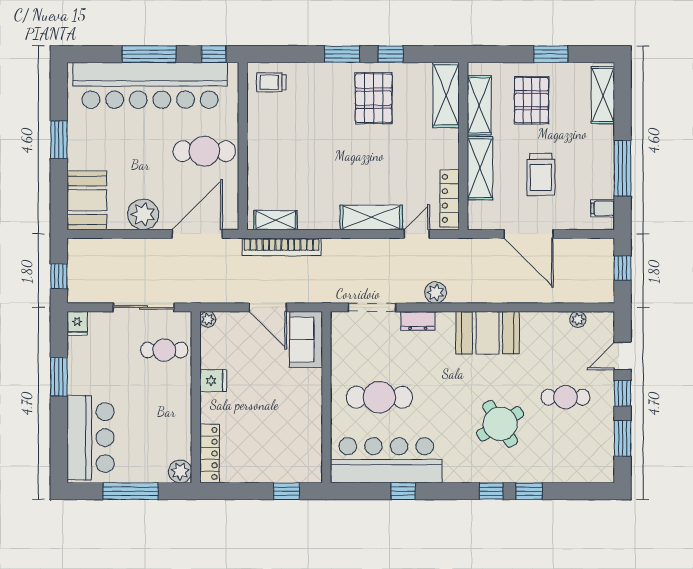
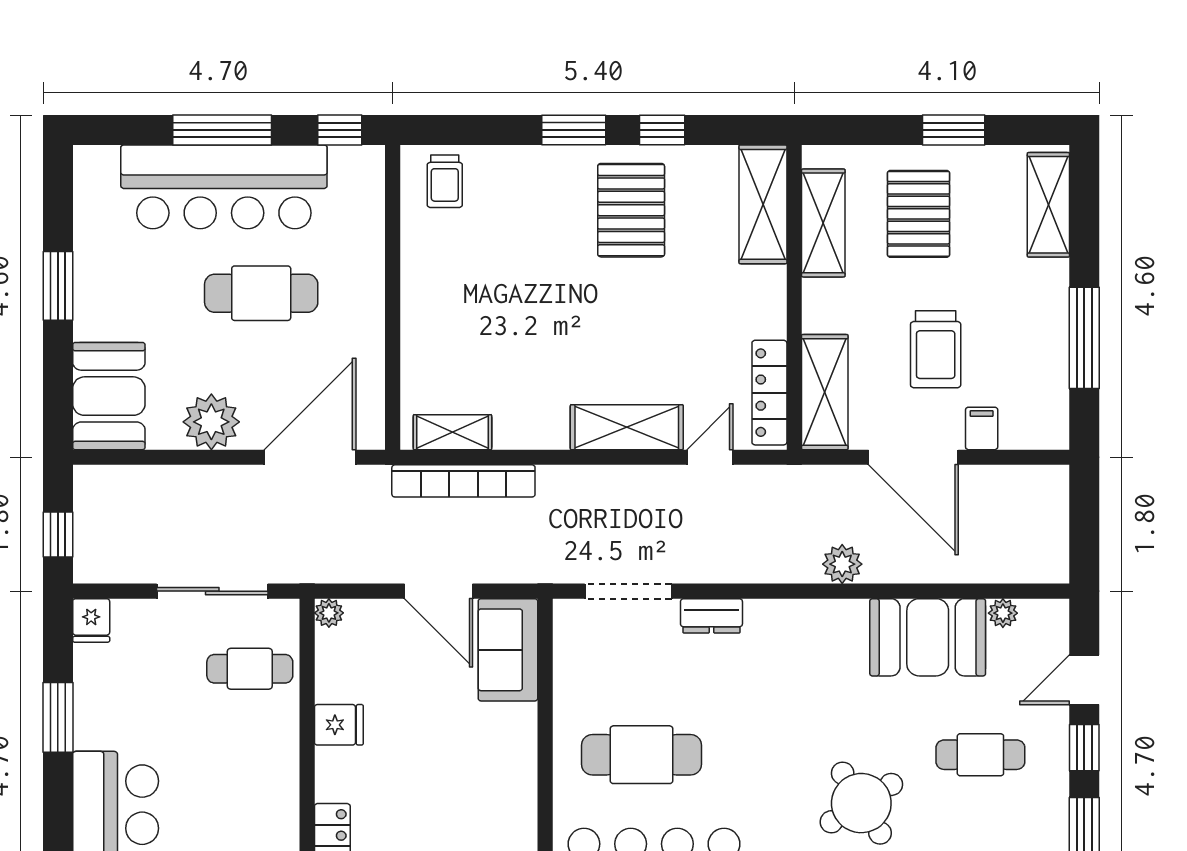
trolley: (271, 82) -> (445, 181), turned -90
bar counter: (150, 85) -> (224, 187), width x0.73
cafe table: (204, 151) -> (261, 293), moved
shelving: (480, 168) -> (825, 392), moved
filing cabinet: (603, 208) -> (982, 428), moved, turned 90
window: (623, 268) -> (1084, 520), removed
plant: (436, 292) -> (842, 564), moved
booth: (487, 333) -> (928, 637), moved

